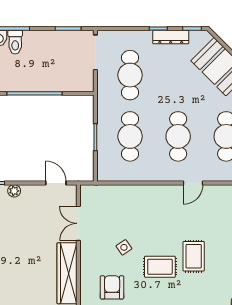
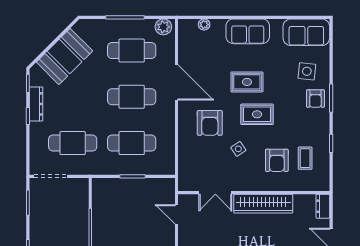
door: (56, 183) -> (176, 214), hinge flipped
door: (193, 183) -> (176, 82), width x1.88
armchair: (151, 218) -> (210, 123), added
rug: (160, 267) -> (257, 114), turned 90
armchair: (112, 287) -> (277, 160), turned -90

